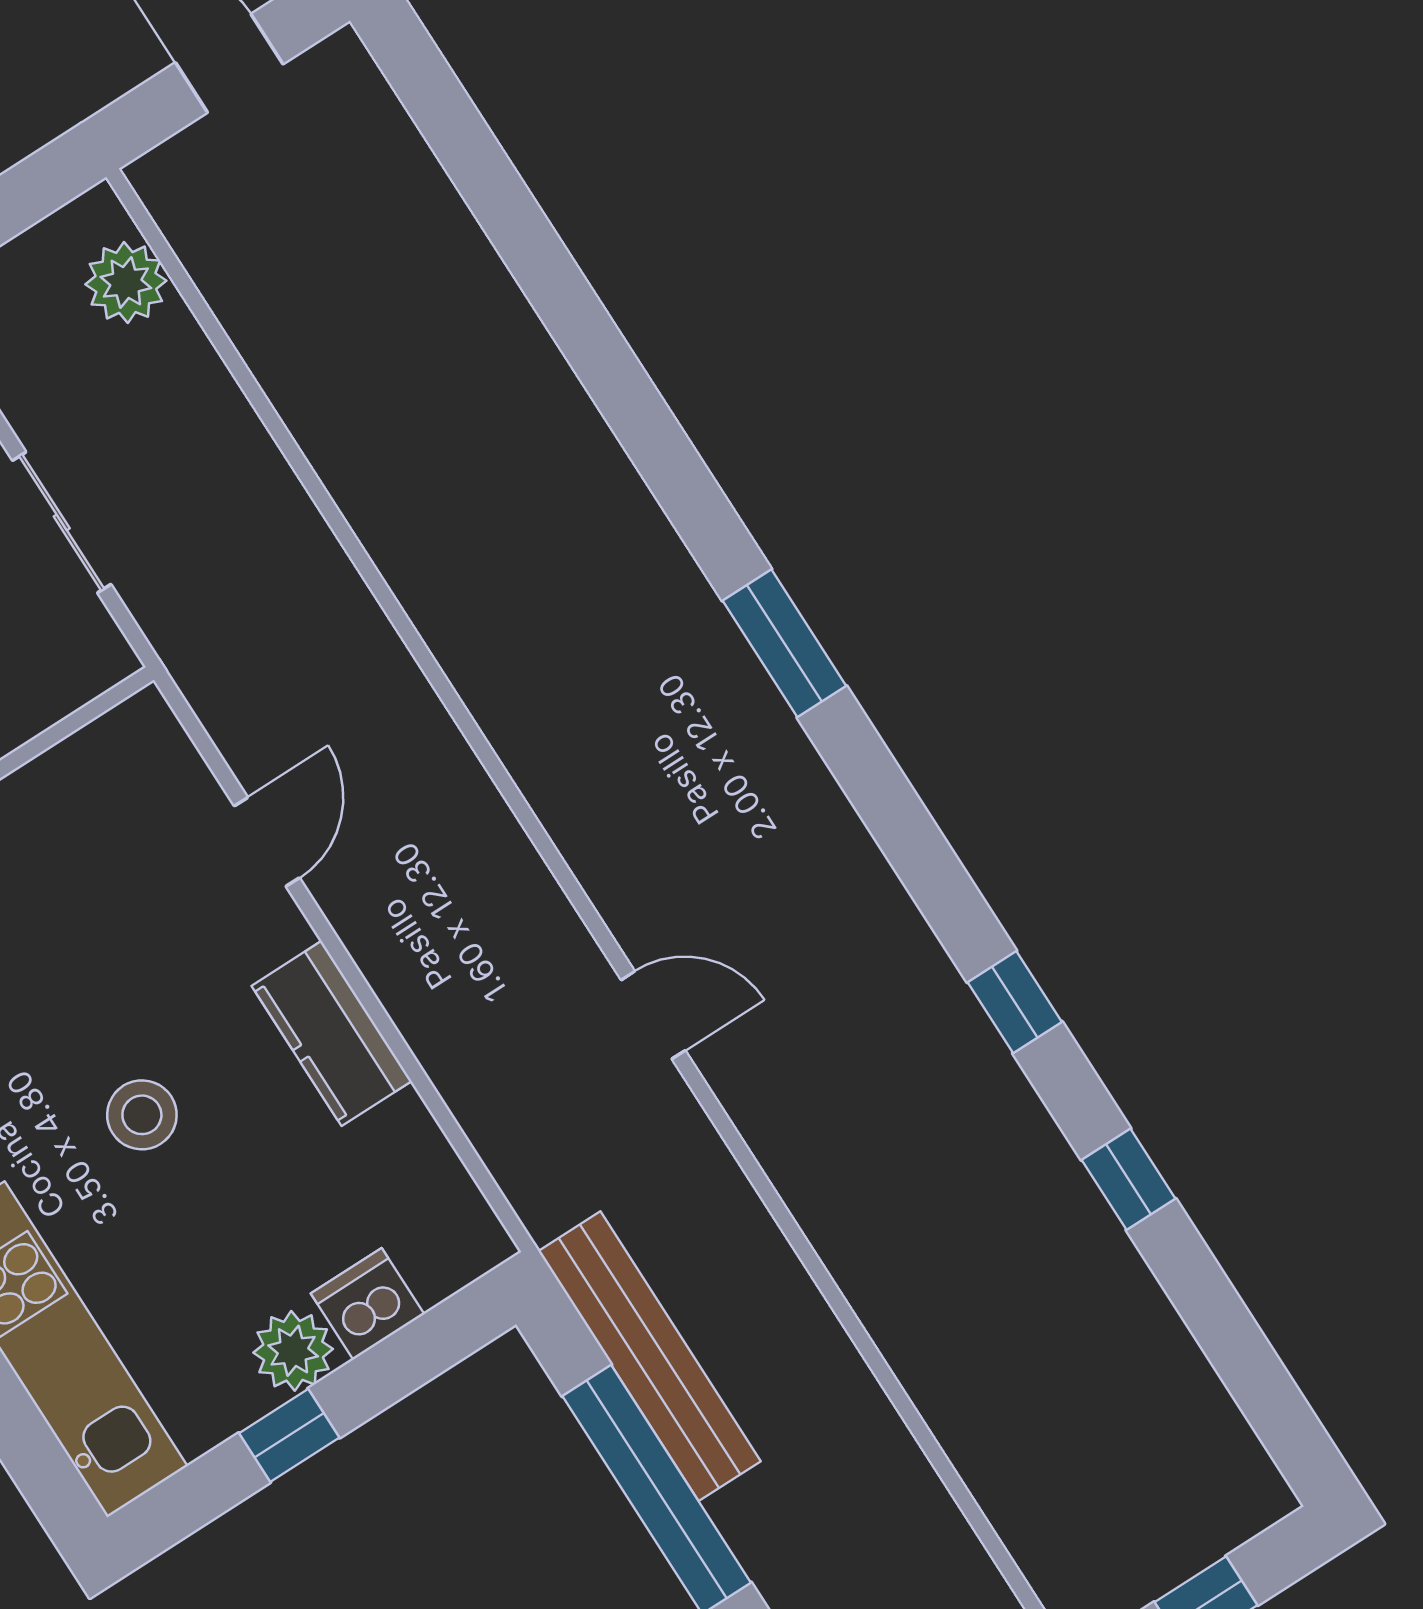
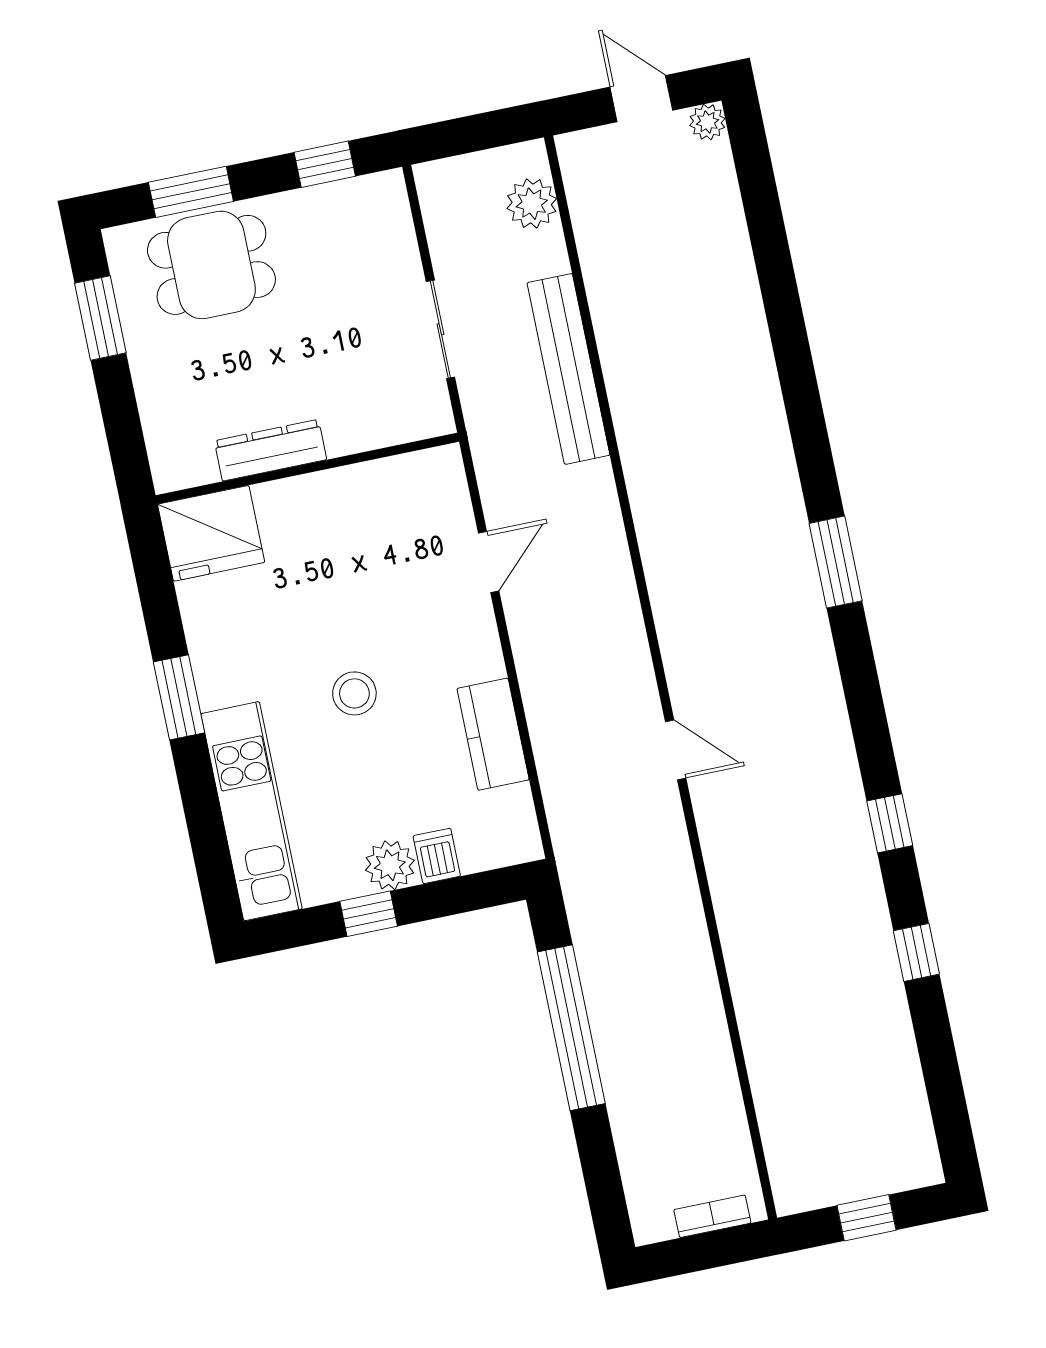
plant: (341, 60) -> (707, 122), added
kitchen counter: (332, 1033) -> (493, 734), moved
dishwasher: (368, 1304) -> (437, 856), width x0.73
bench: (650, 1356) -> (568, 369), moved

